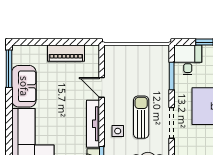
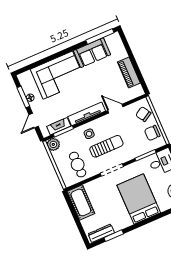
chair: (122, 57) -> (143, 114), added
chair: (149, 57) -> (152, 133), added
door: (102, 87) -> (115, 109), hinge flipped

